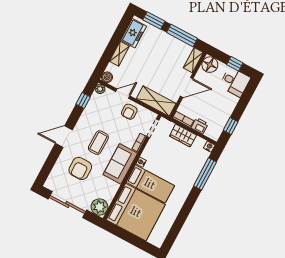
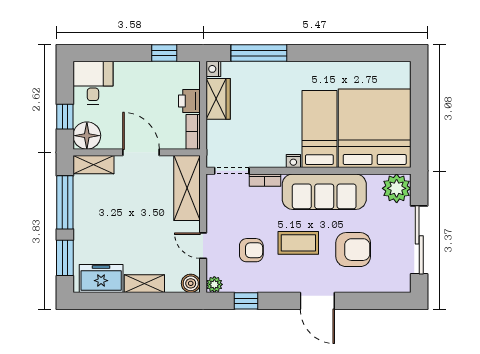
window: (235, 64) -> (65, 117), moved
armchair: (129, 112) -> (251, 250), moved
wardrobe: (183, 136) -> (218, 99), moved
sofa: (120, 164) -> (324, 192), width x1.36

